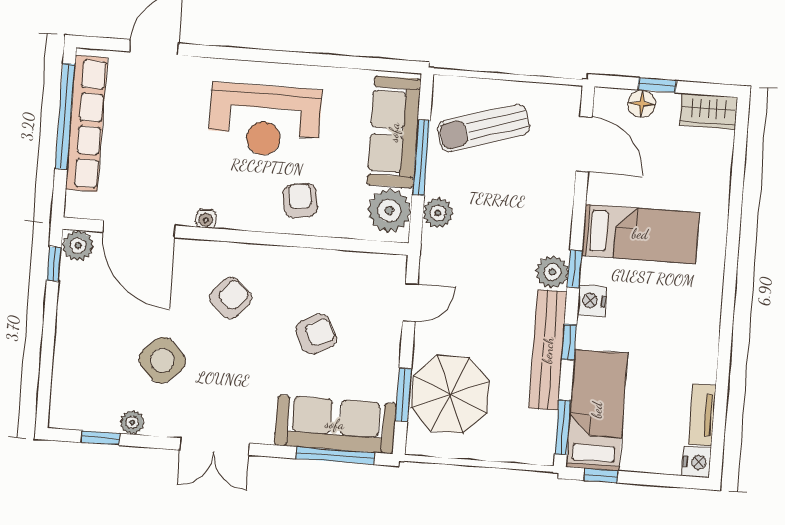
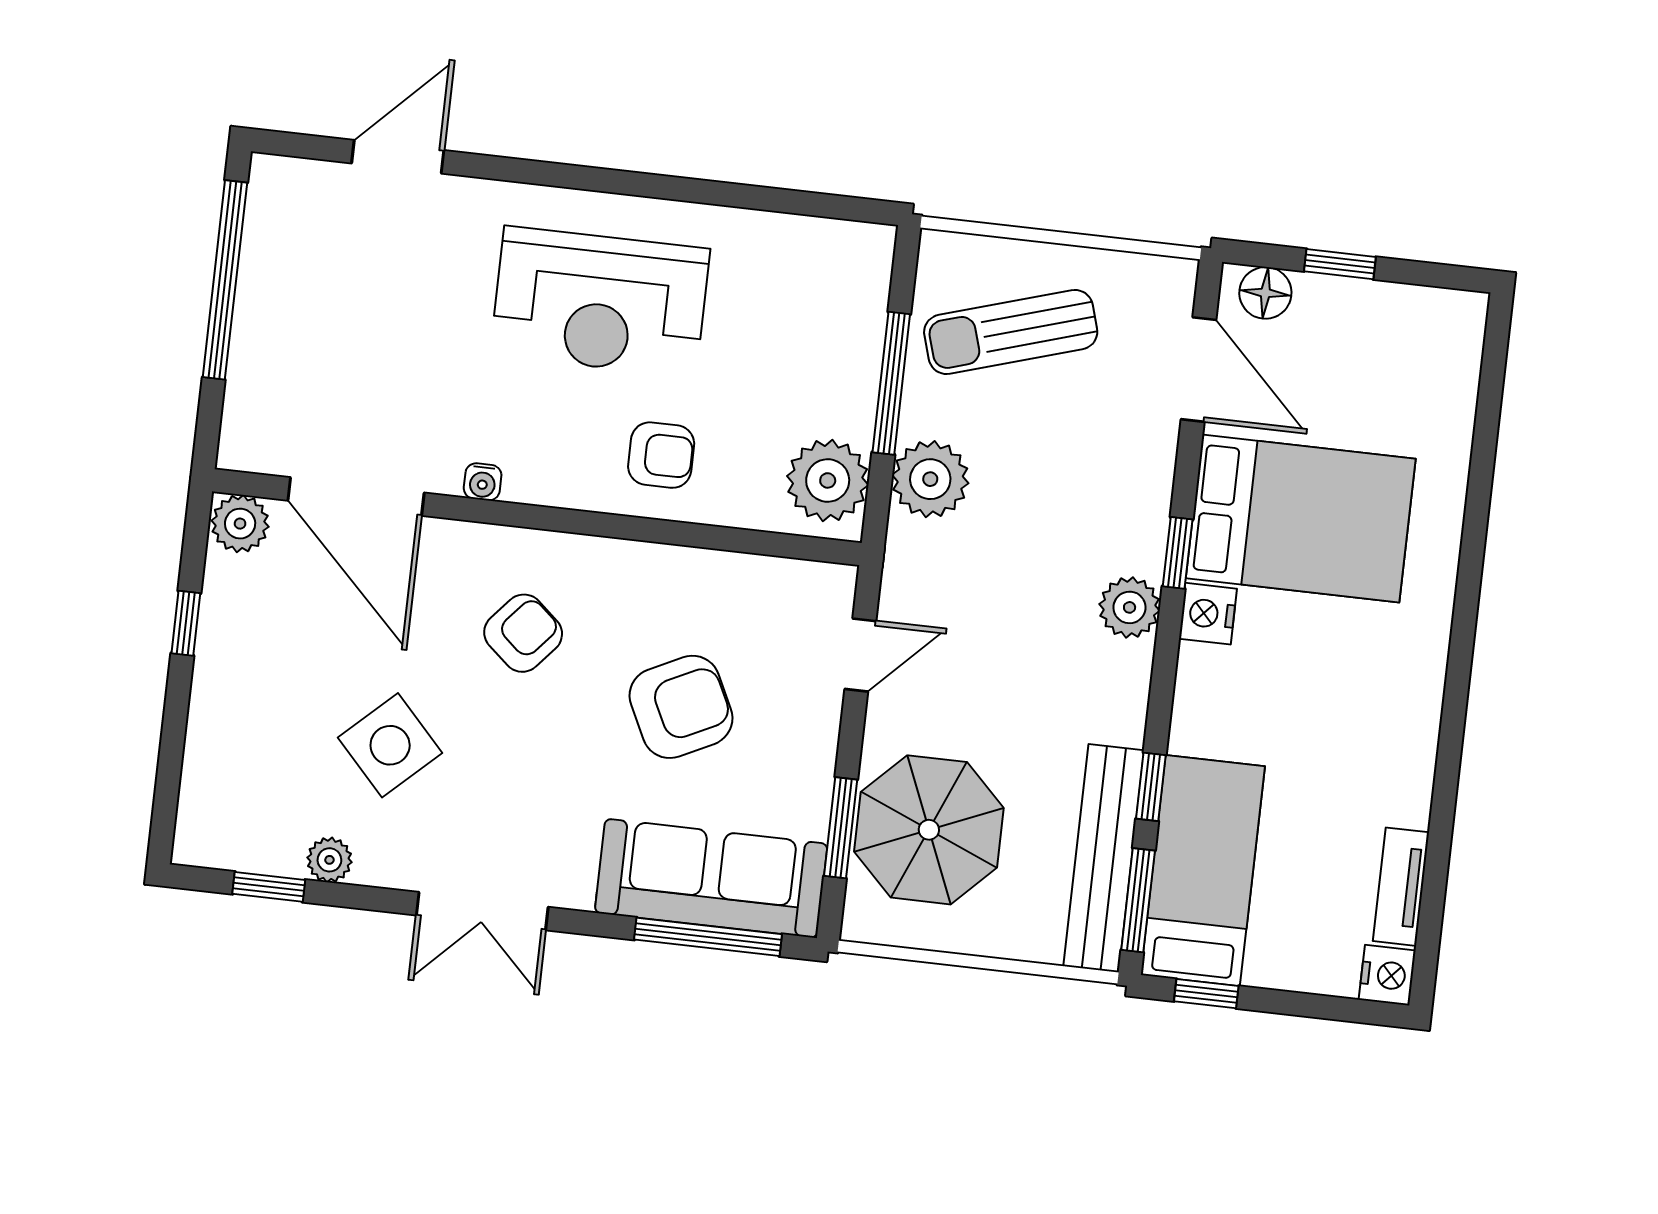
floor lamp: (642, 104) -> (1265, 293), moved
wardrobe: (709, 111) -> (1435, 317), removed
row of seats: (86, 124) -> (265, 295), removed
sofa: (394, 132) -> (842, 333), removed
armchair: (300, 201) -> (661, 455), turned 99
plant: (438, 213) -> (930, 479), width x1.36, depth x1.36
bed: (640, 234) -> (1301, 518), width x1.50
window: (54, 264) -> (186, 623), moved
window: (575, 269) -> (1178, 553), moved
nightstand: (592, 301) -> (1208, 614), moved
armchair: (316, 334) -> (681, 707), width x1.38, depth x1.38
window: (569, 342) -> (1151, 787), moved
bench: (548, 350) -> (1104, 858), moved

